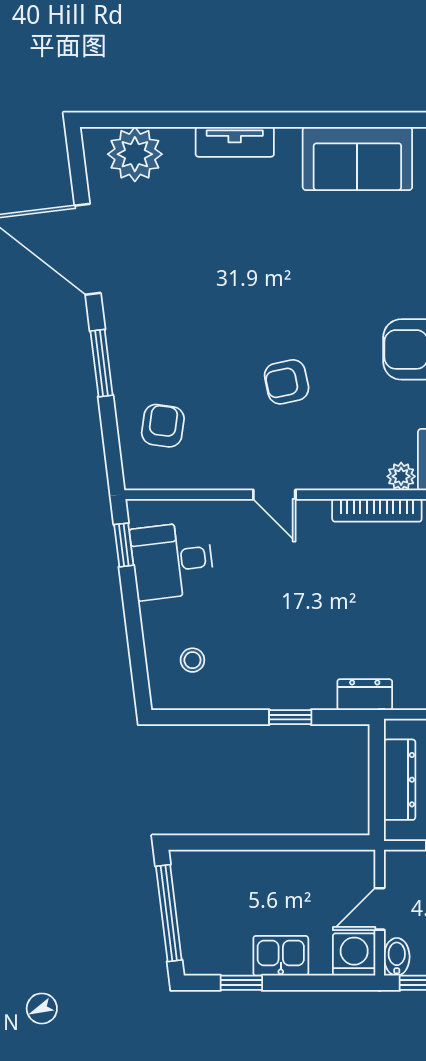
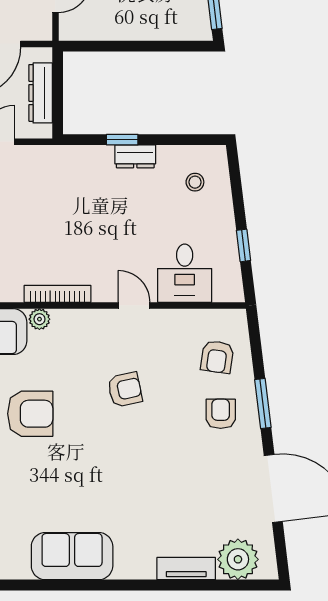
tv unit: (235, 142) -> (186, 569), moved
armchair: (158, 349) -> (221, 414), added
window: (124, 545) -> (243, 245), moved
desk: (172, 561) -> (185, 273), moved, turned 97
dresser: (365, 695) -> (135, 156), moved

